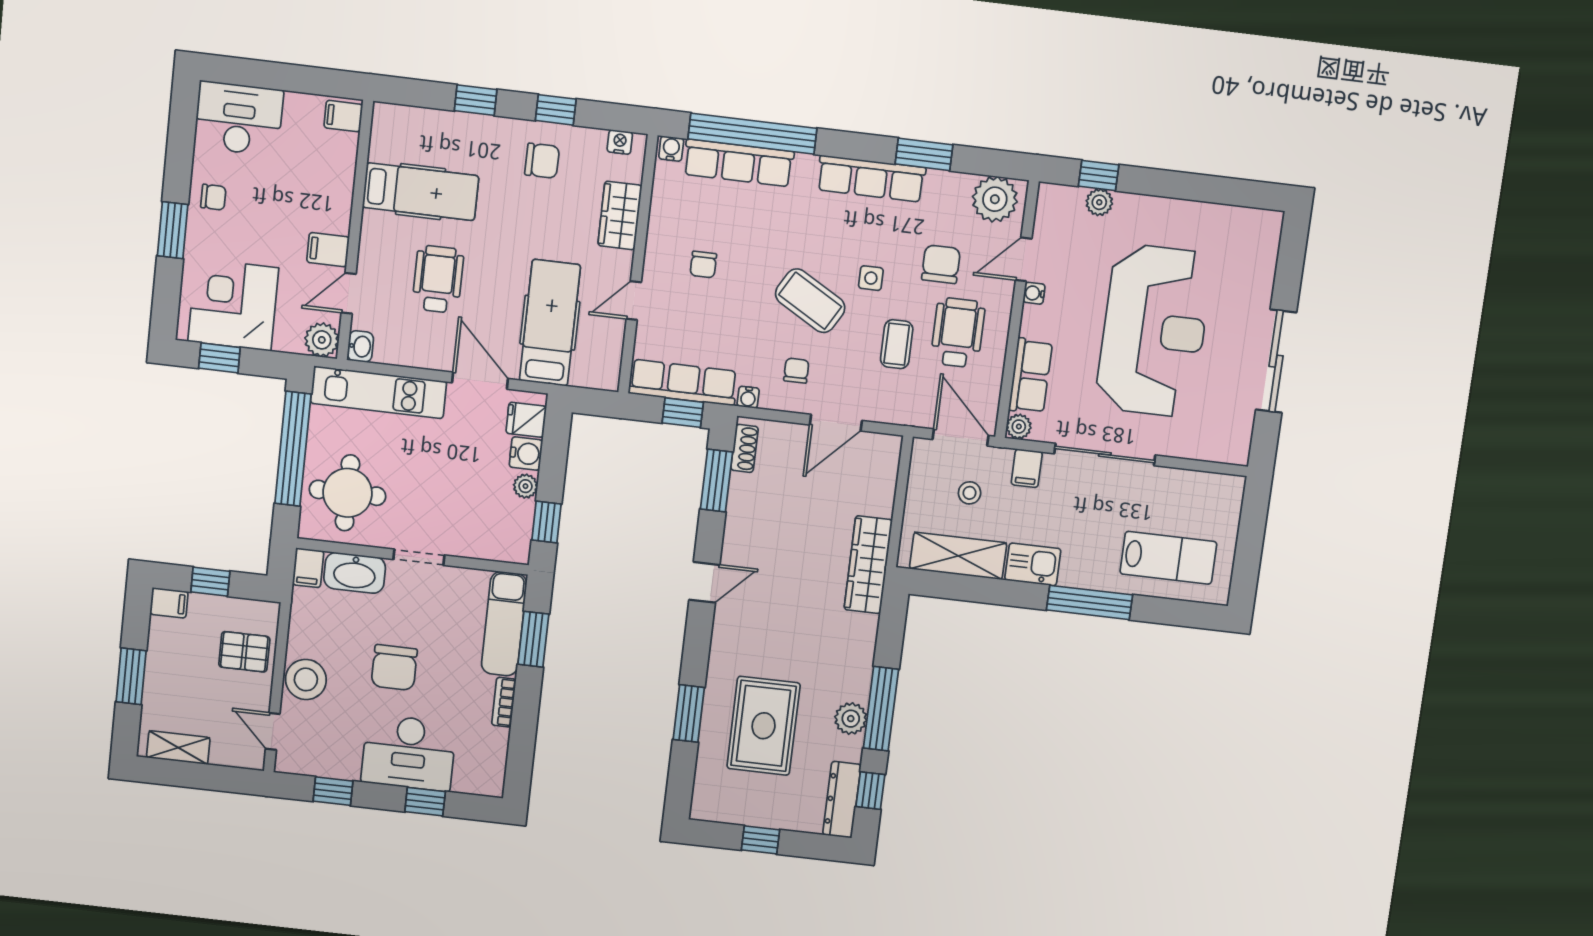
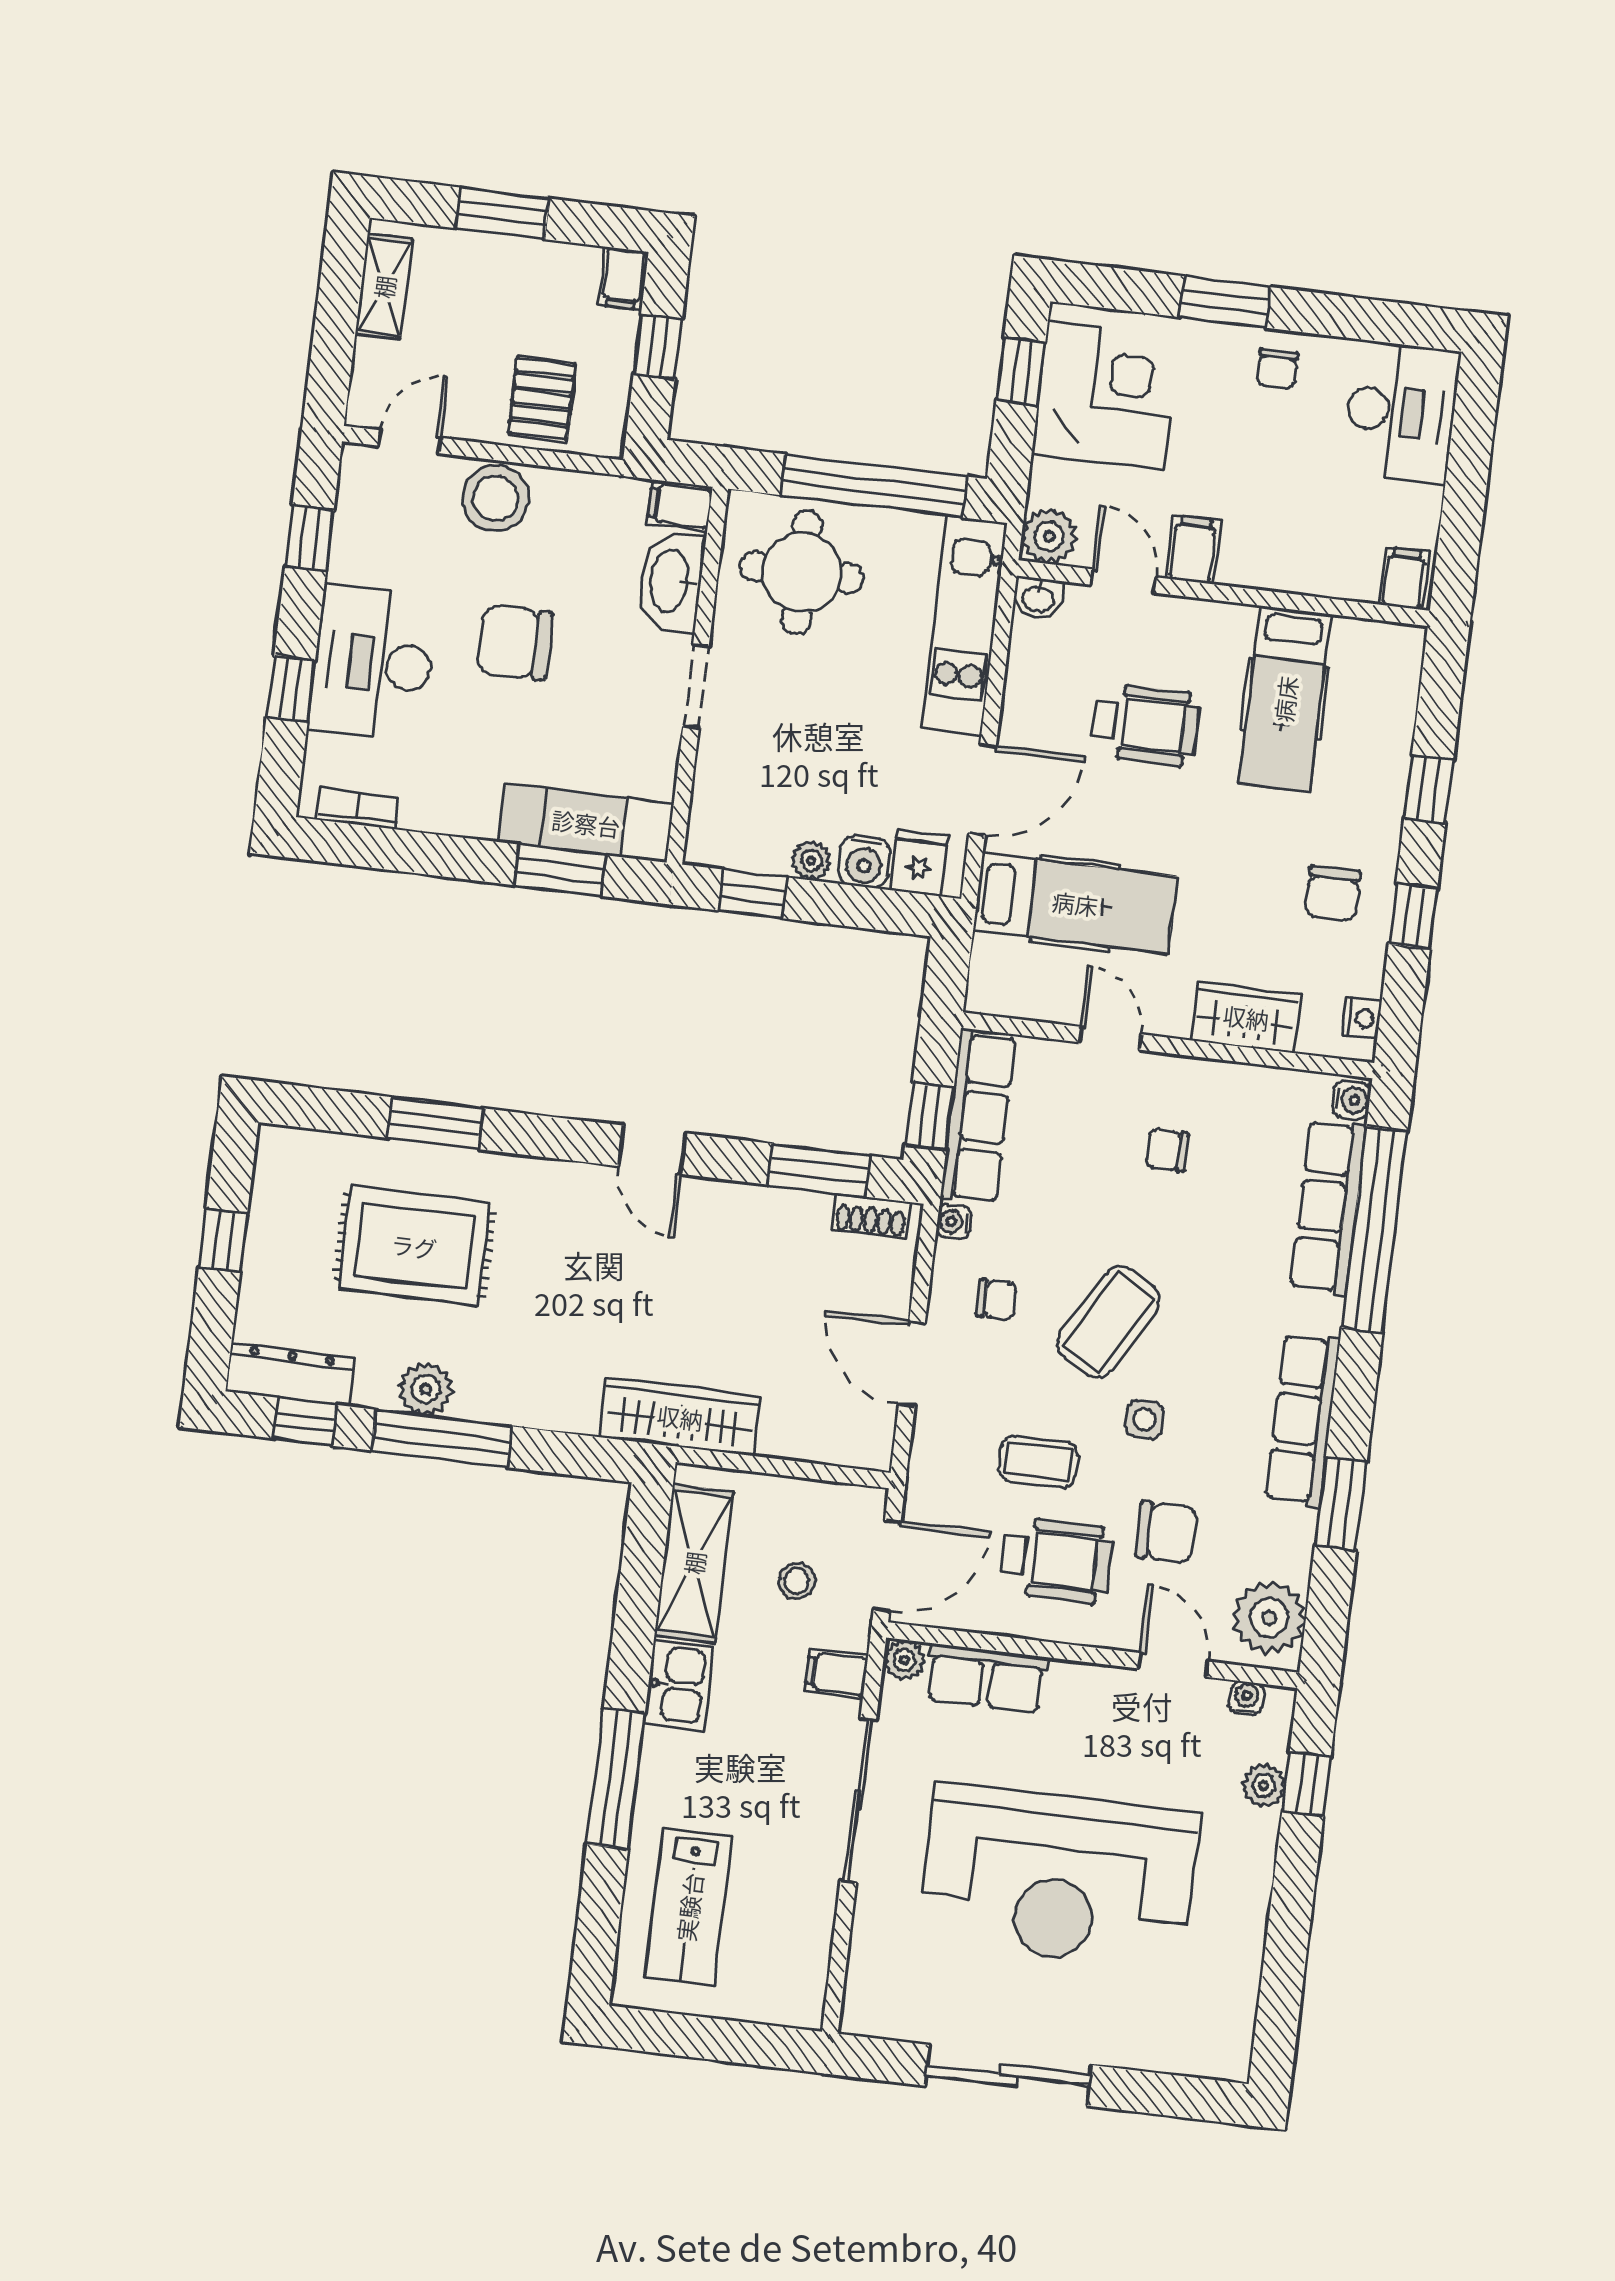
water cooler: (1034, 293) -> (1247, 1698), moved
bookcase: (504, 702) -> (357, 809), moved

